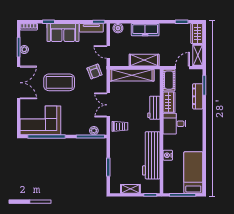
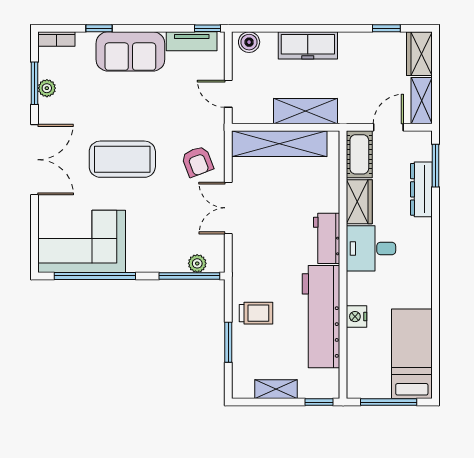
armchair: (95, 72) -> (197, 161), moved
workbench: (154, 108) -> (327, 238), moved
trolley: (120, 126) -> (256, 313), moved

